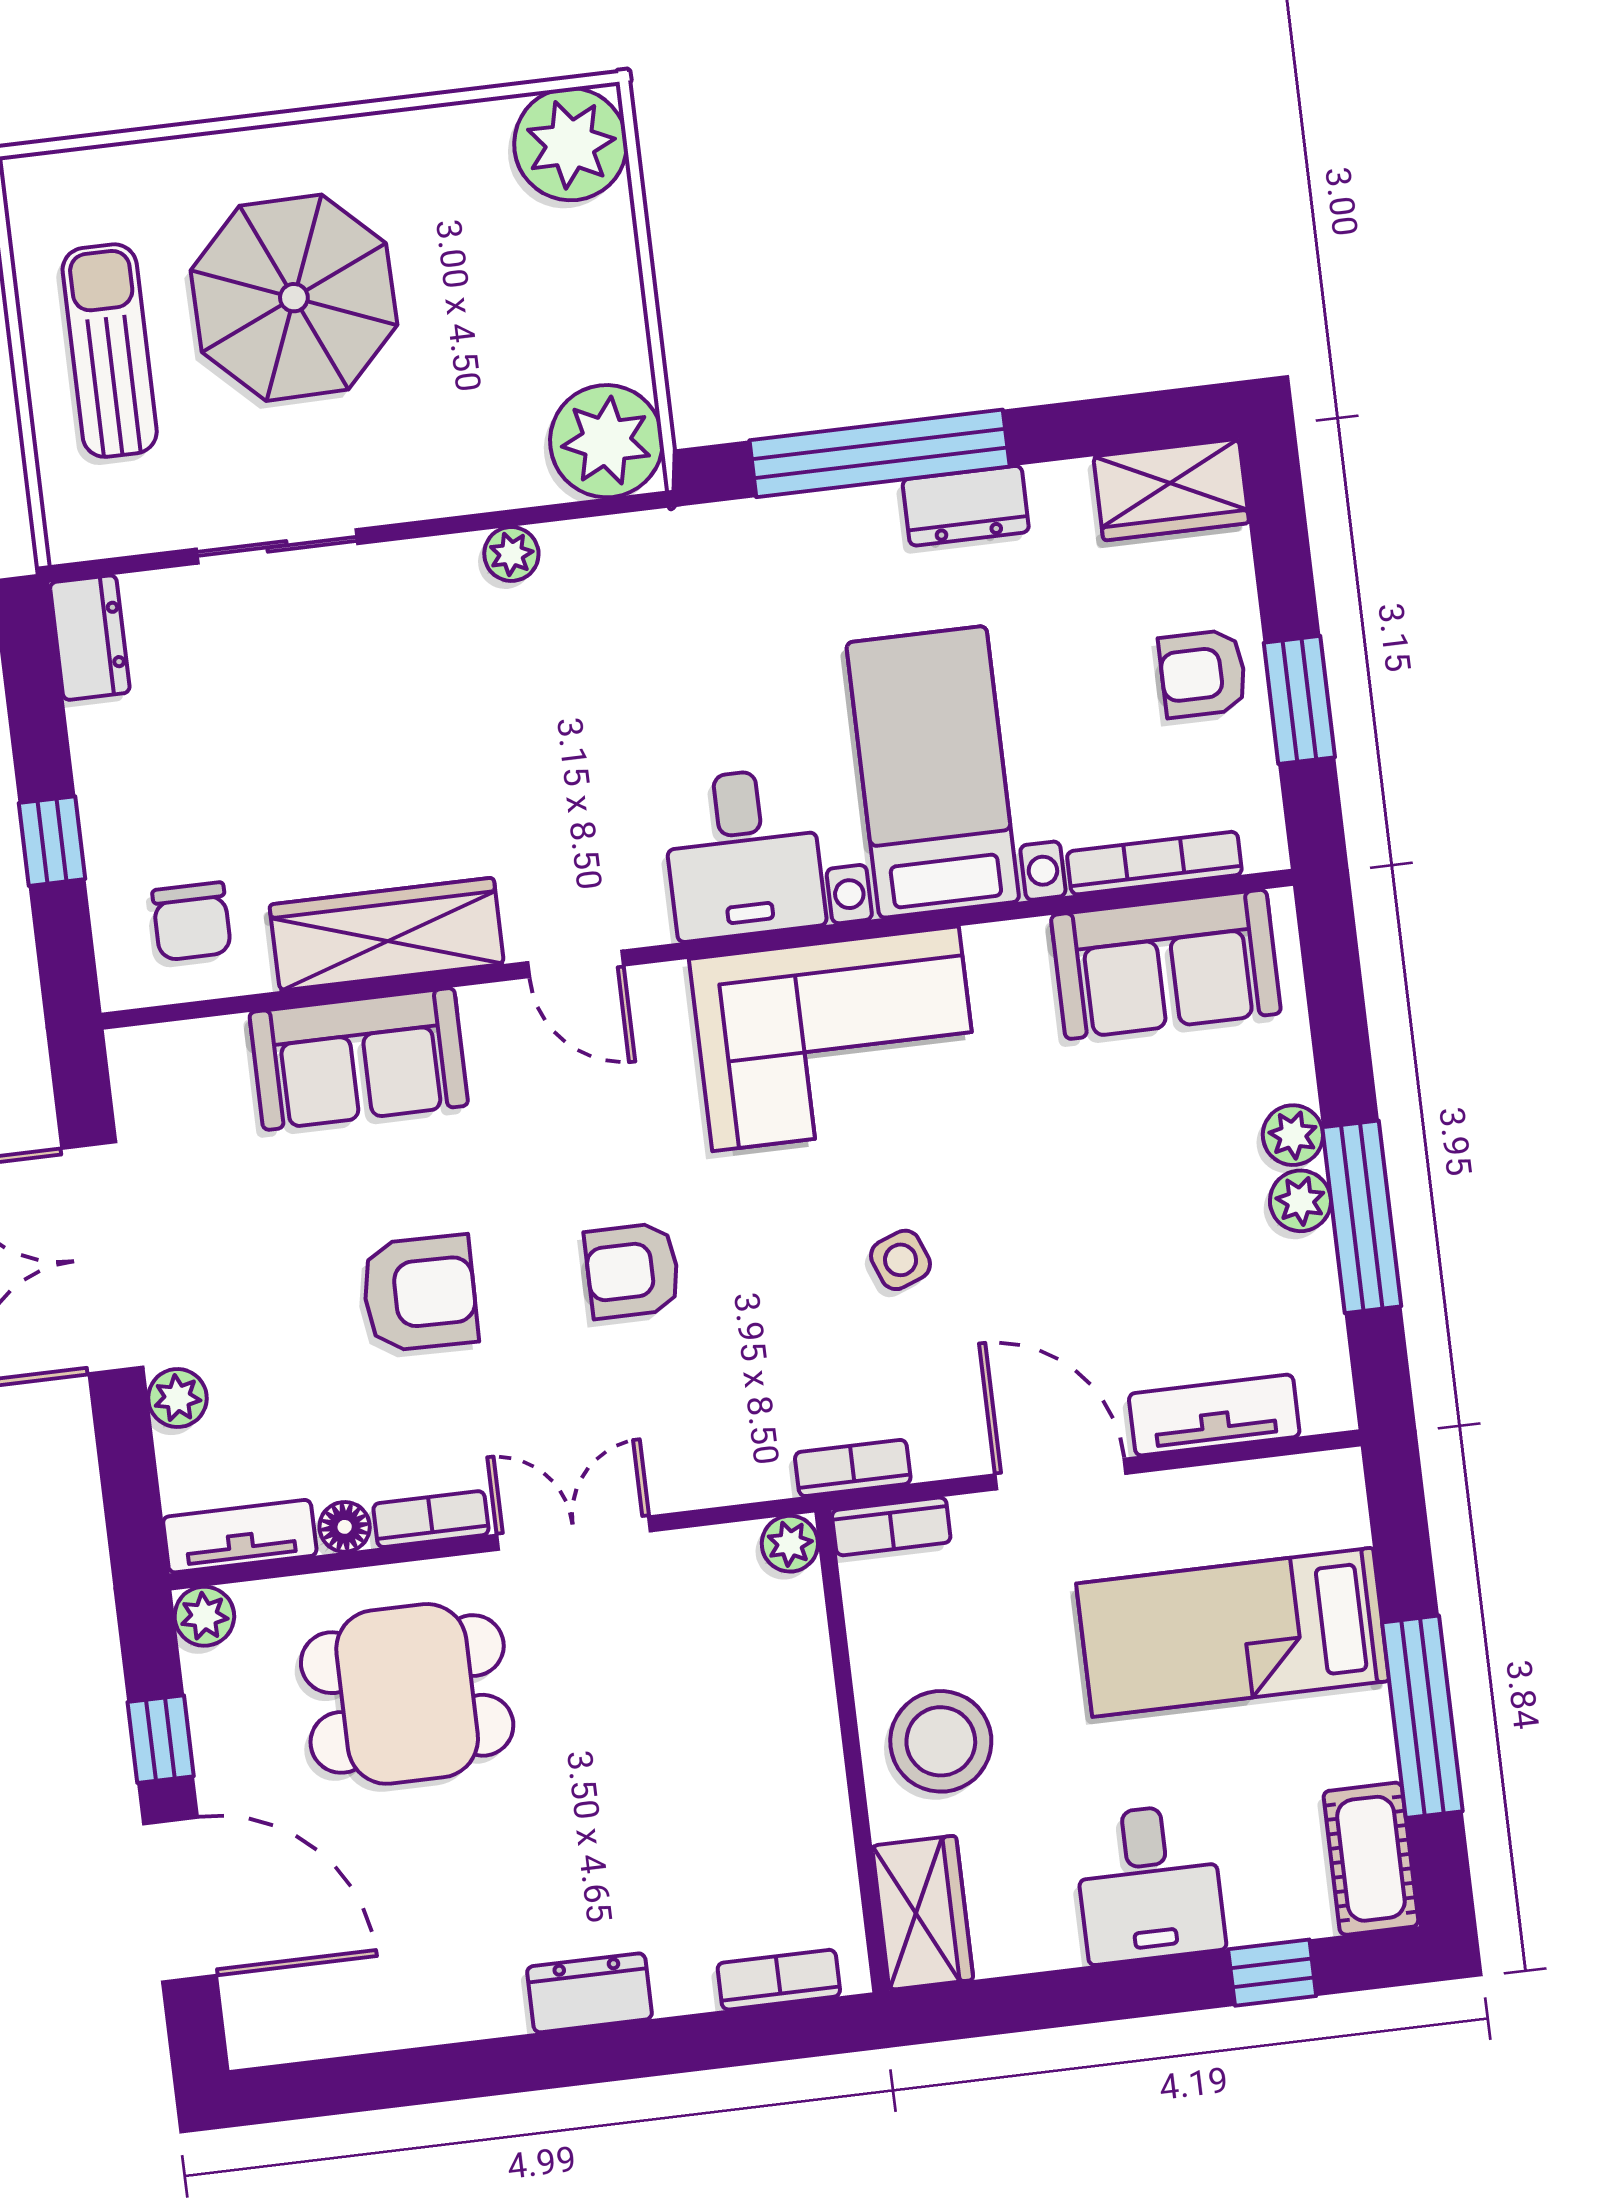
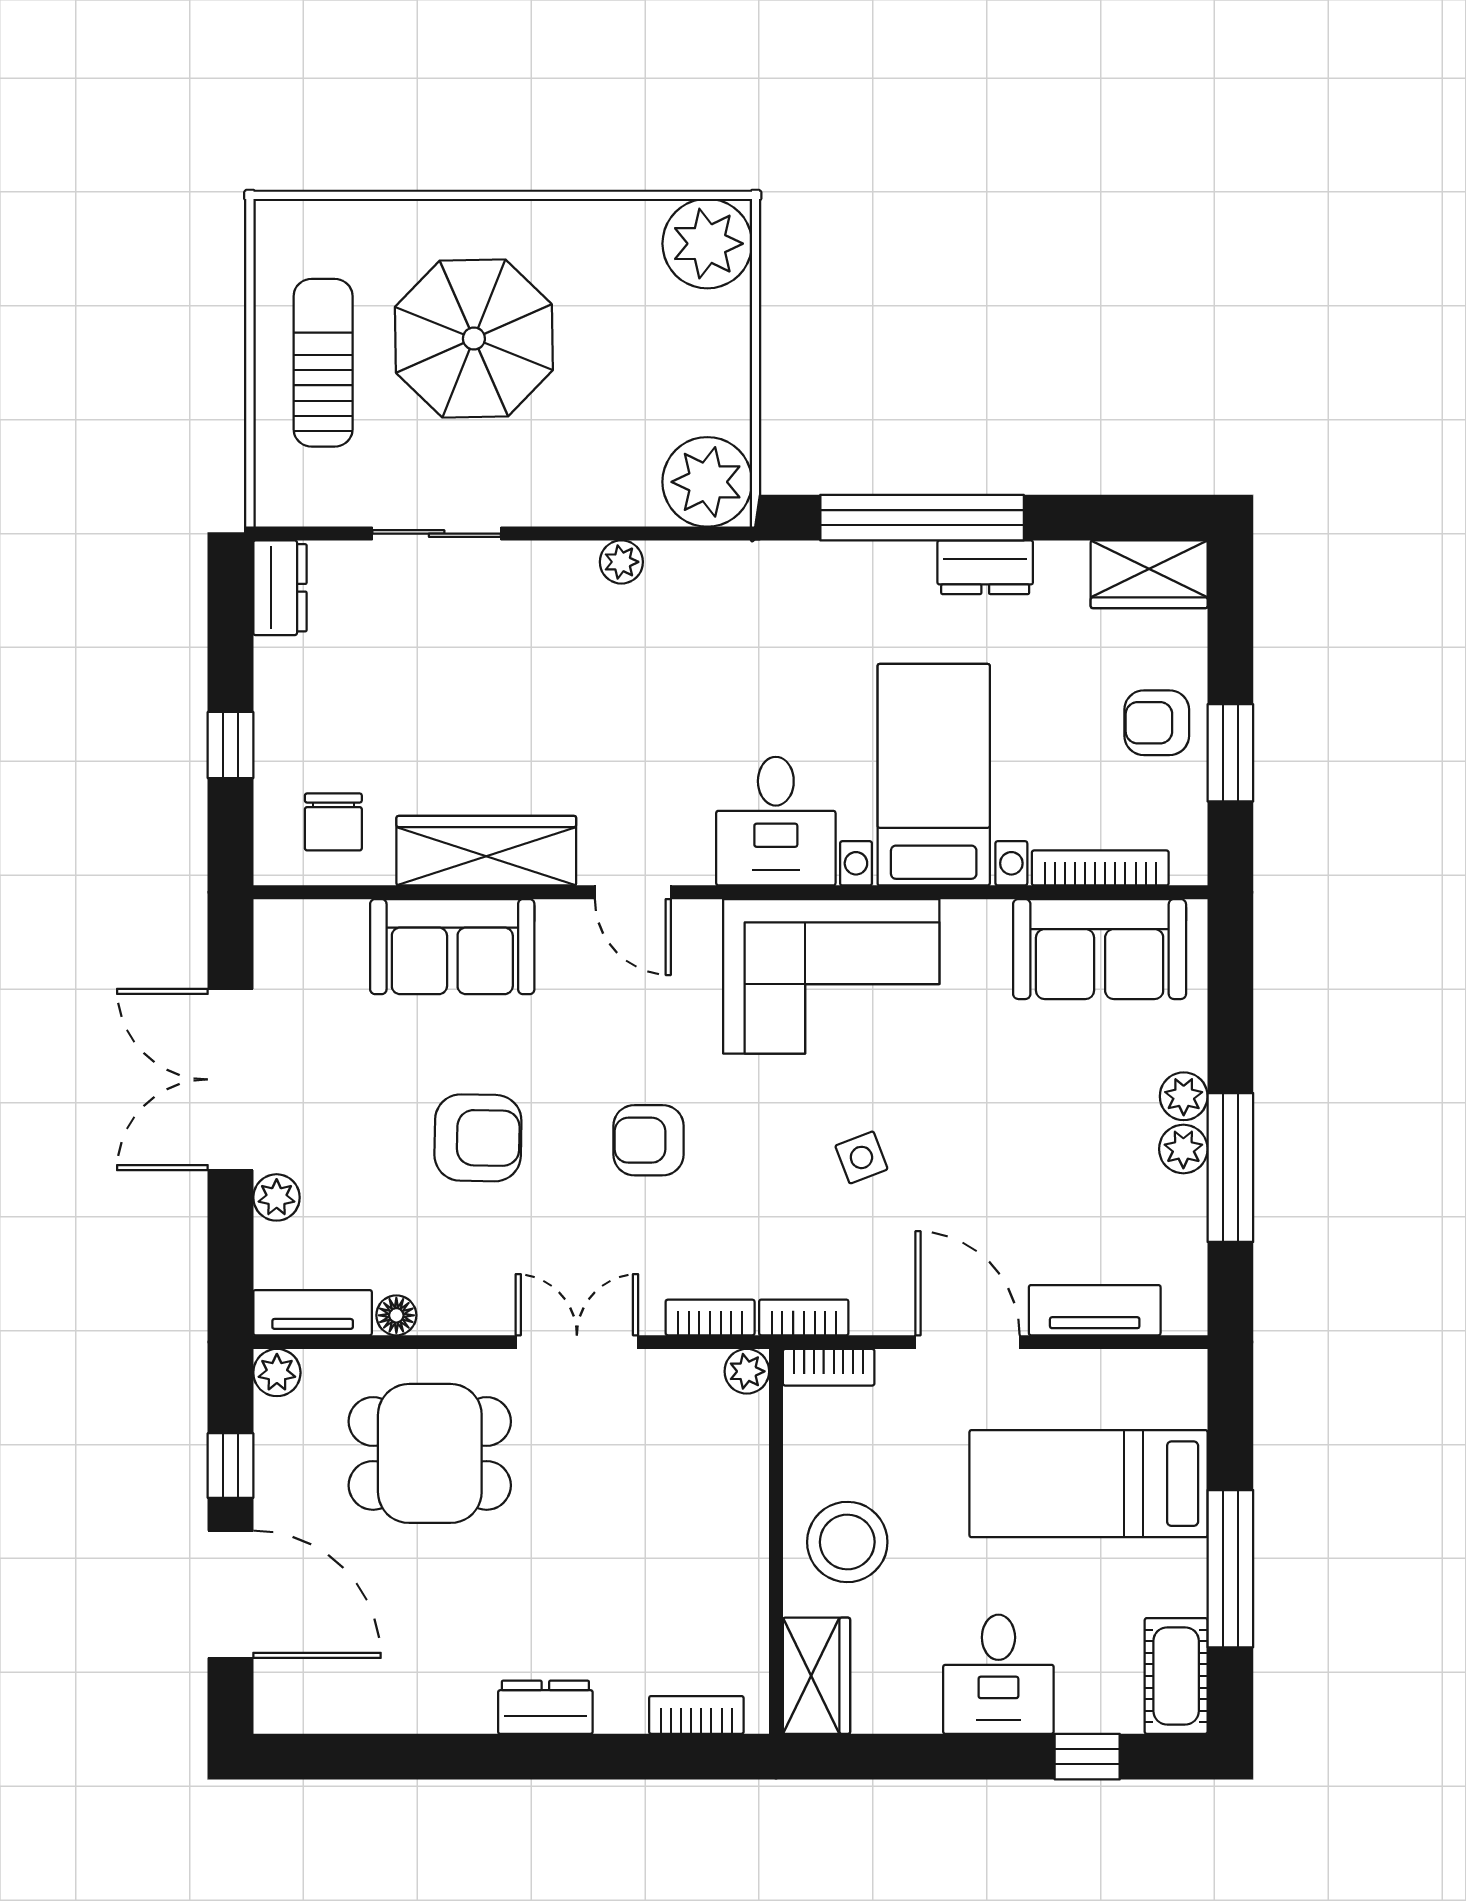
bookcase: (431, 1519) -> (710, 1317), moved

